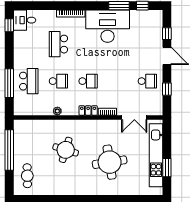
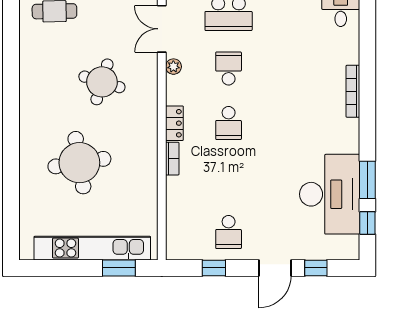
desk: (108, 26) -> (330, 194), moved
school desk: (58, 44) -> (297, 68), removed
school desk: (58, 81) -> (229, 68), turned 180
double door: (134, 117) -> (162, 29), moved
window: (167, 168) -> (119, 268), moved

